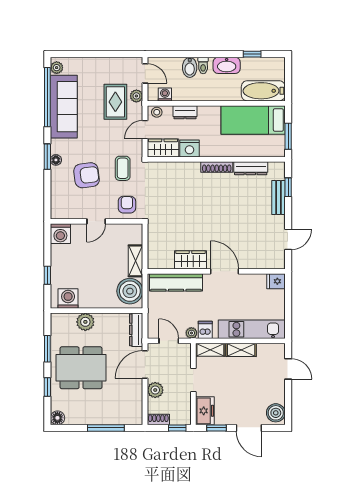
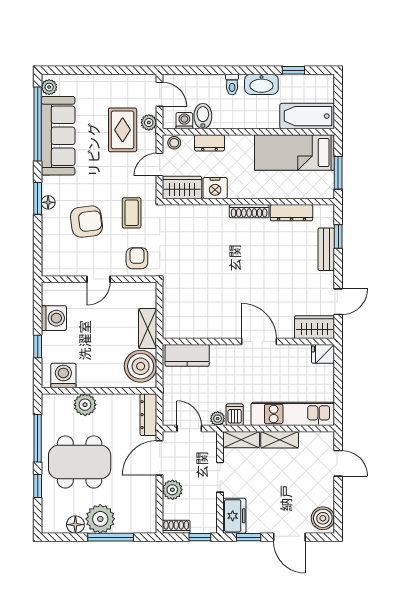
bidet: (190, 67) -> (203, 116), moved, turned 180
washing machine: (60, 234) -> (54, 318), moved, turned -90
wardrobe: (190, 260) -> (314, 327), moved
kitchen counter: (176, 282) -> (187, 355), width x0.67
window: (47, 349) -> (38, 438), width x1.44
plant: (98, 413) -> (100, 519), added
floor lamp: (57, 418) -> (75, 525), moved

